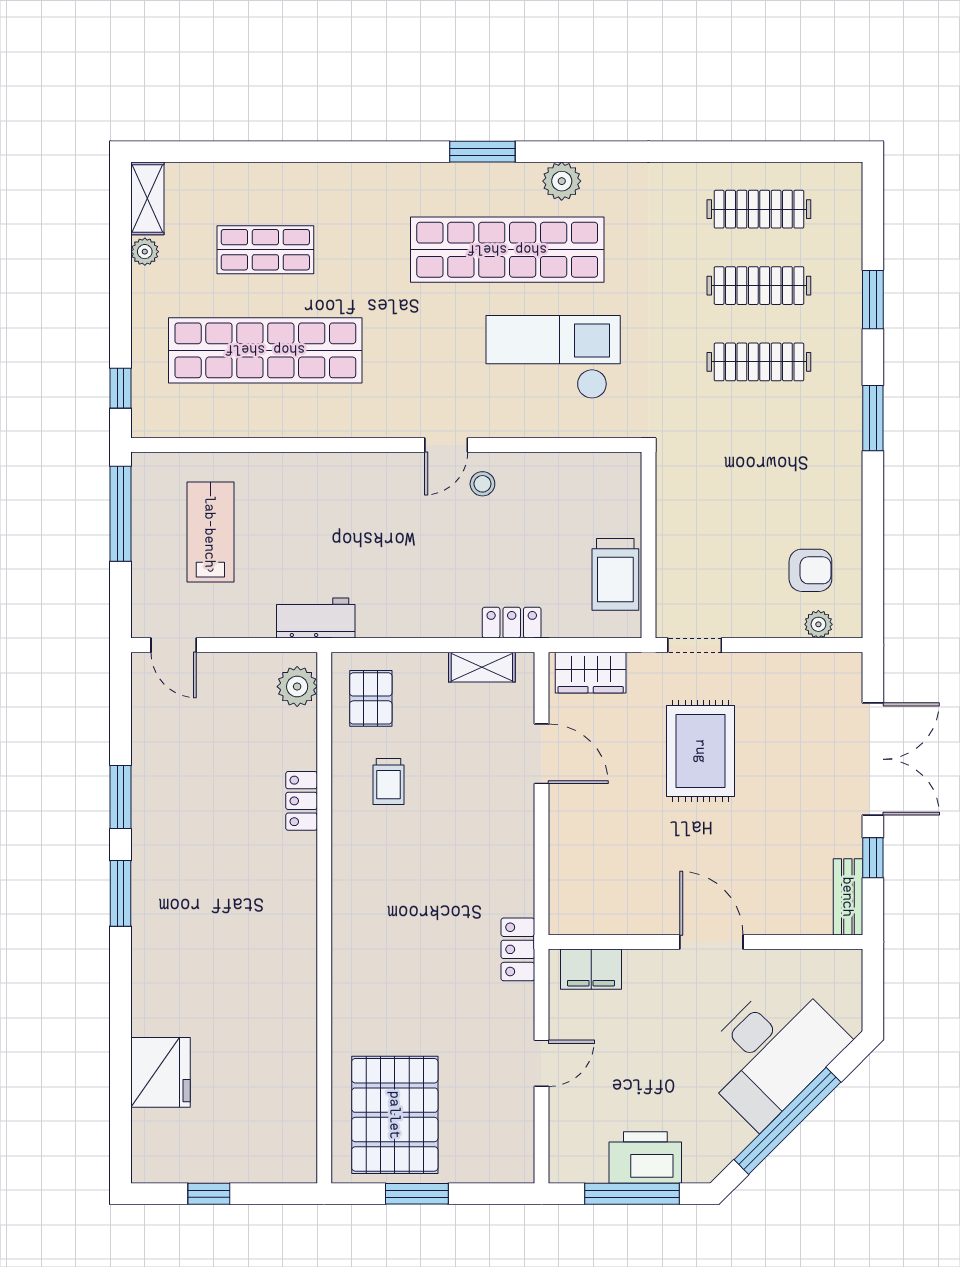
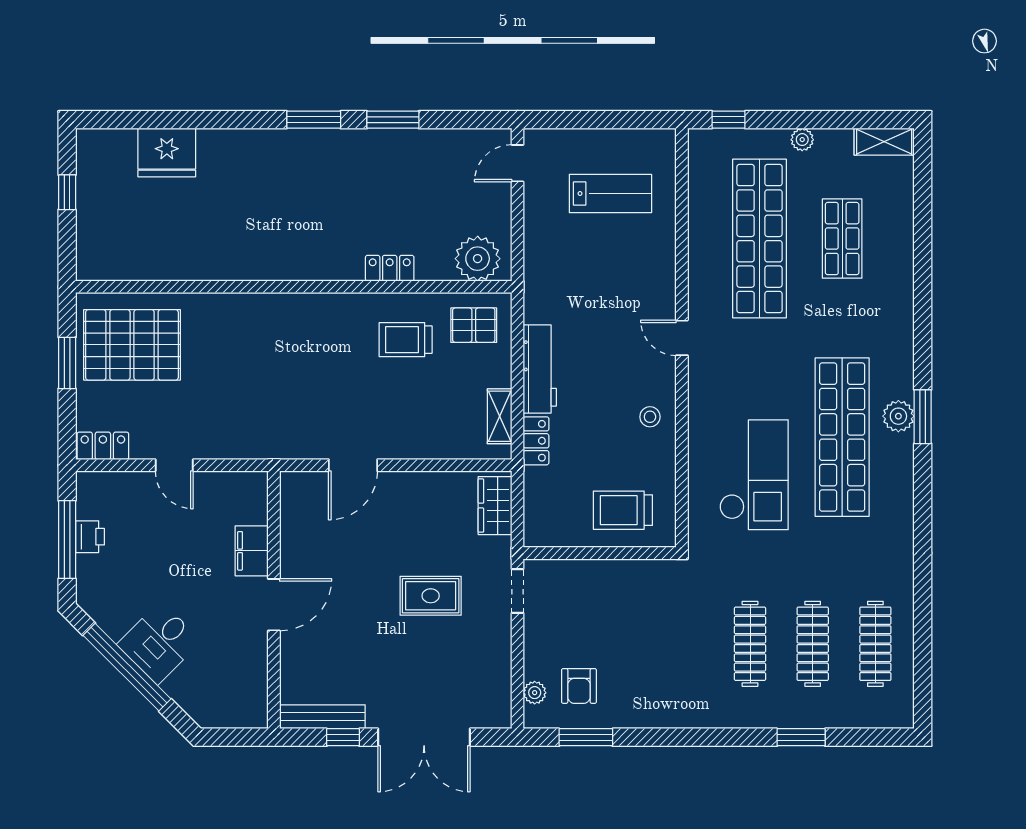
plant: (562, 181) -> (898, 416), moved
plant: (145, 252) -> (802, 140), moved
window: (873, 418) -> (586, 737), moved
door: (446, 445) -> (682, 338), moved
window: (121, 514) -> (625, 120), removed
trolley: (615, 574) -> (623, 510), moved
workbench: (316, 618) -> (540, 369), moved, width x1.38
plant: (297, 687) -> (478, 259), width x1.36, depth x1.36
rug: (701, 751) -> (431, 596), width x0.73, depth x0.70
door: (542, 754) -> (353, 465), moved
trolley: (388, 781) -> (406, 340), width x1.36, depth x1.39
bench: (848, 897) -> (322, 717), width x1.36
locker: (518, 949) -> (103, 446), moved
filing cabinet: (591, 969) -> (252, 551), moved
desk: (771, 1052) -> (159, 643), width x0.53, depth x0.77
printer: (645, 1158) -> (90, 537), width x0.53, depth x0.68

